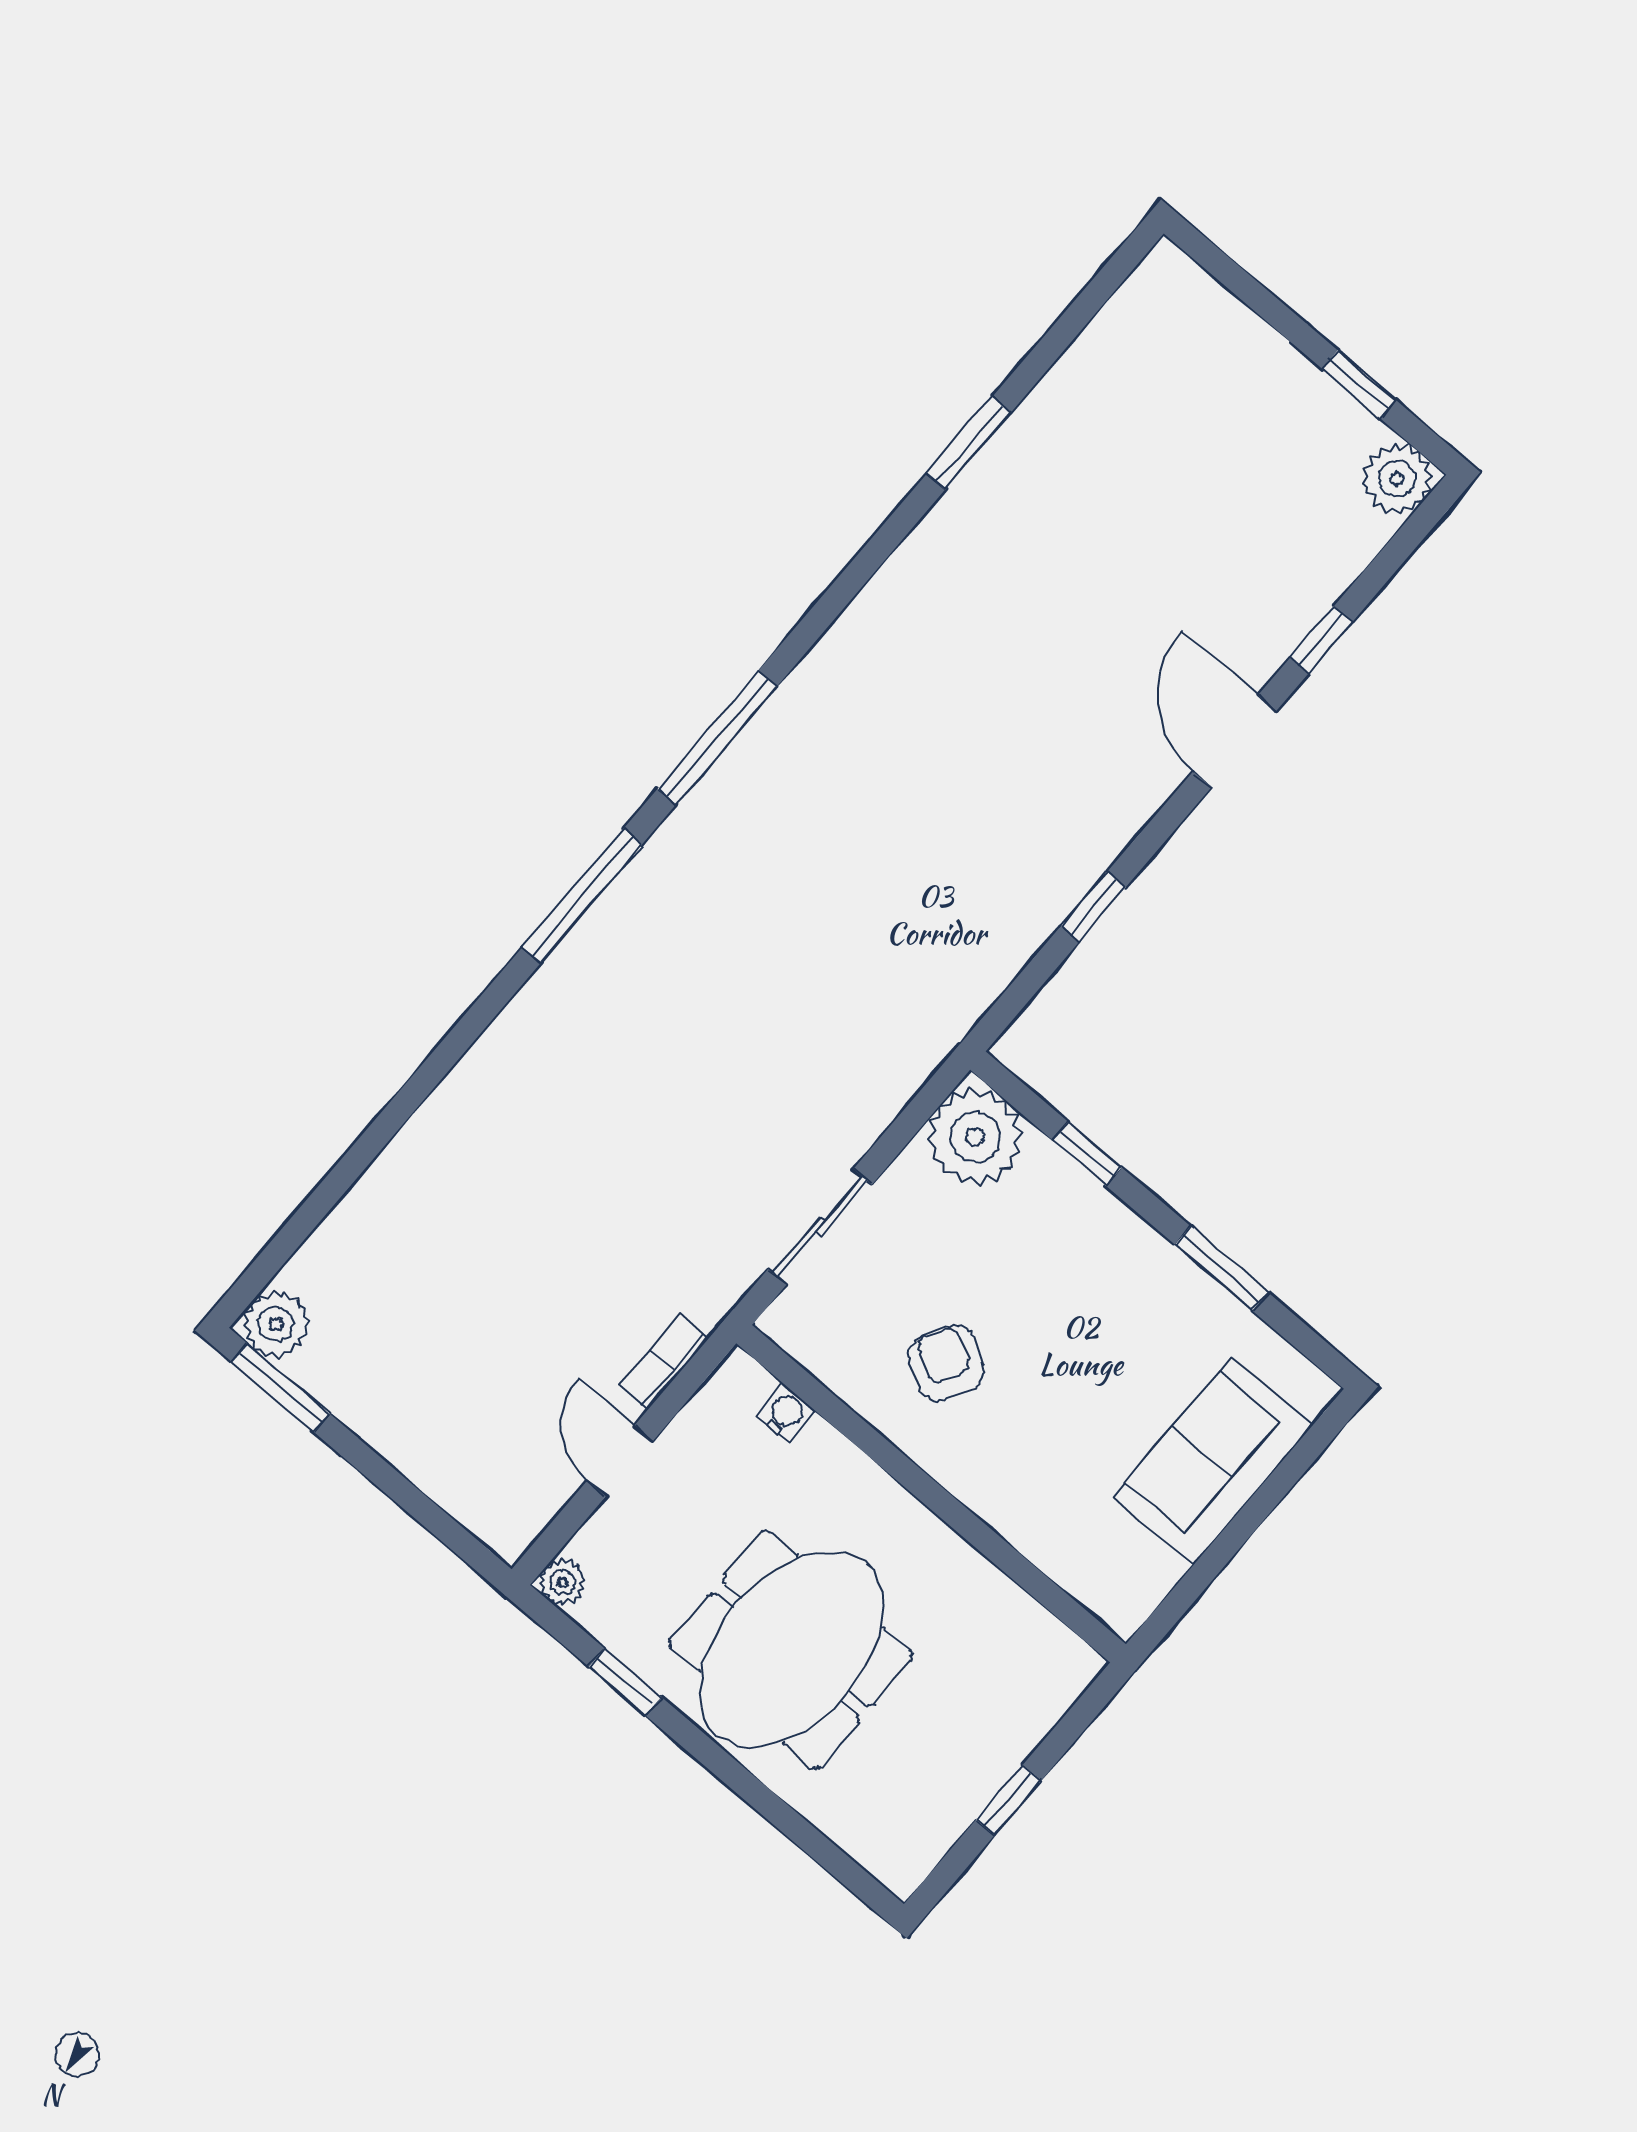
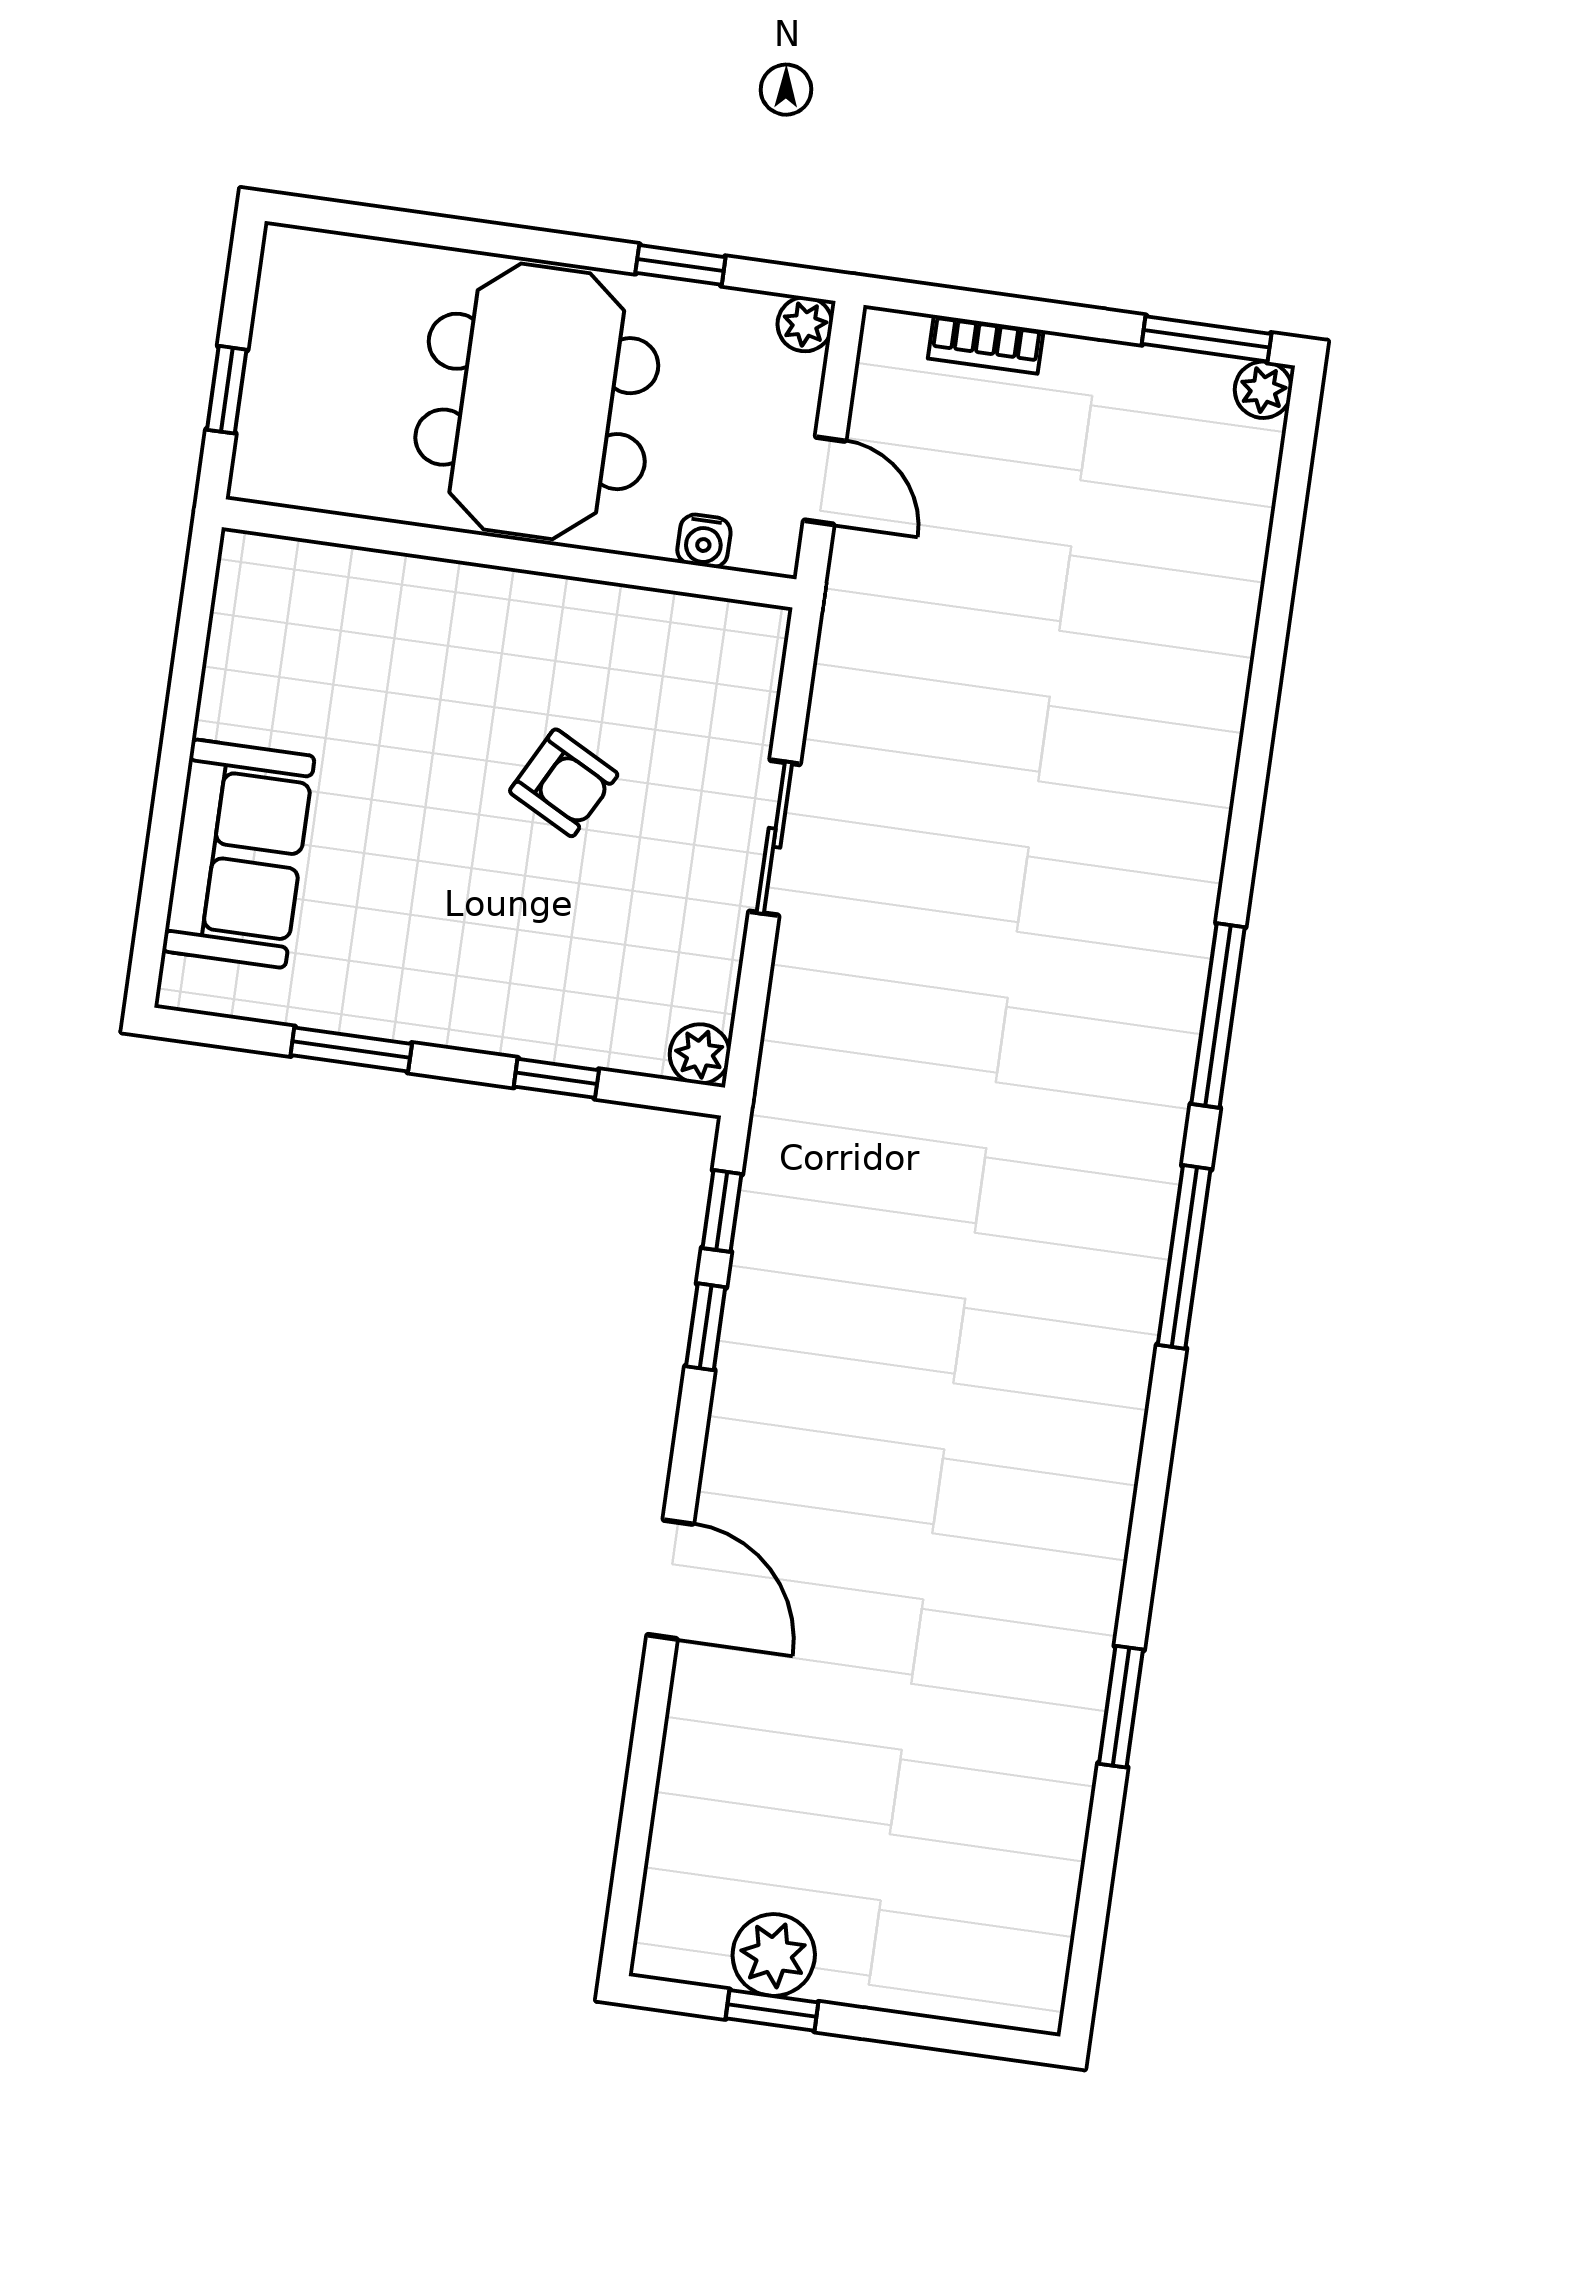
plant: (1397, 479) -> (774, 1955), moved
window: (1321, 640) -> (722, 1211), moved
plant: (975, 1137) -> (700, 1054), width x0.53, depth x0.53
plant: (276, 1324) -> (1263, 390), width x0.73, depth x0.73
bookcase: (664, 1362) -> (986, 344), moved, turned 90
water cooler: (785, 1413) -> (704, 541), moved
wall: (931, 1494) -> (509, 553), moved

